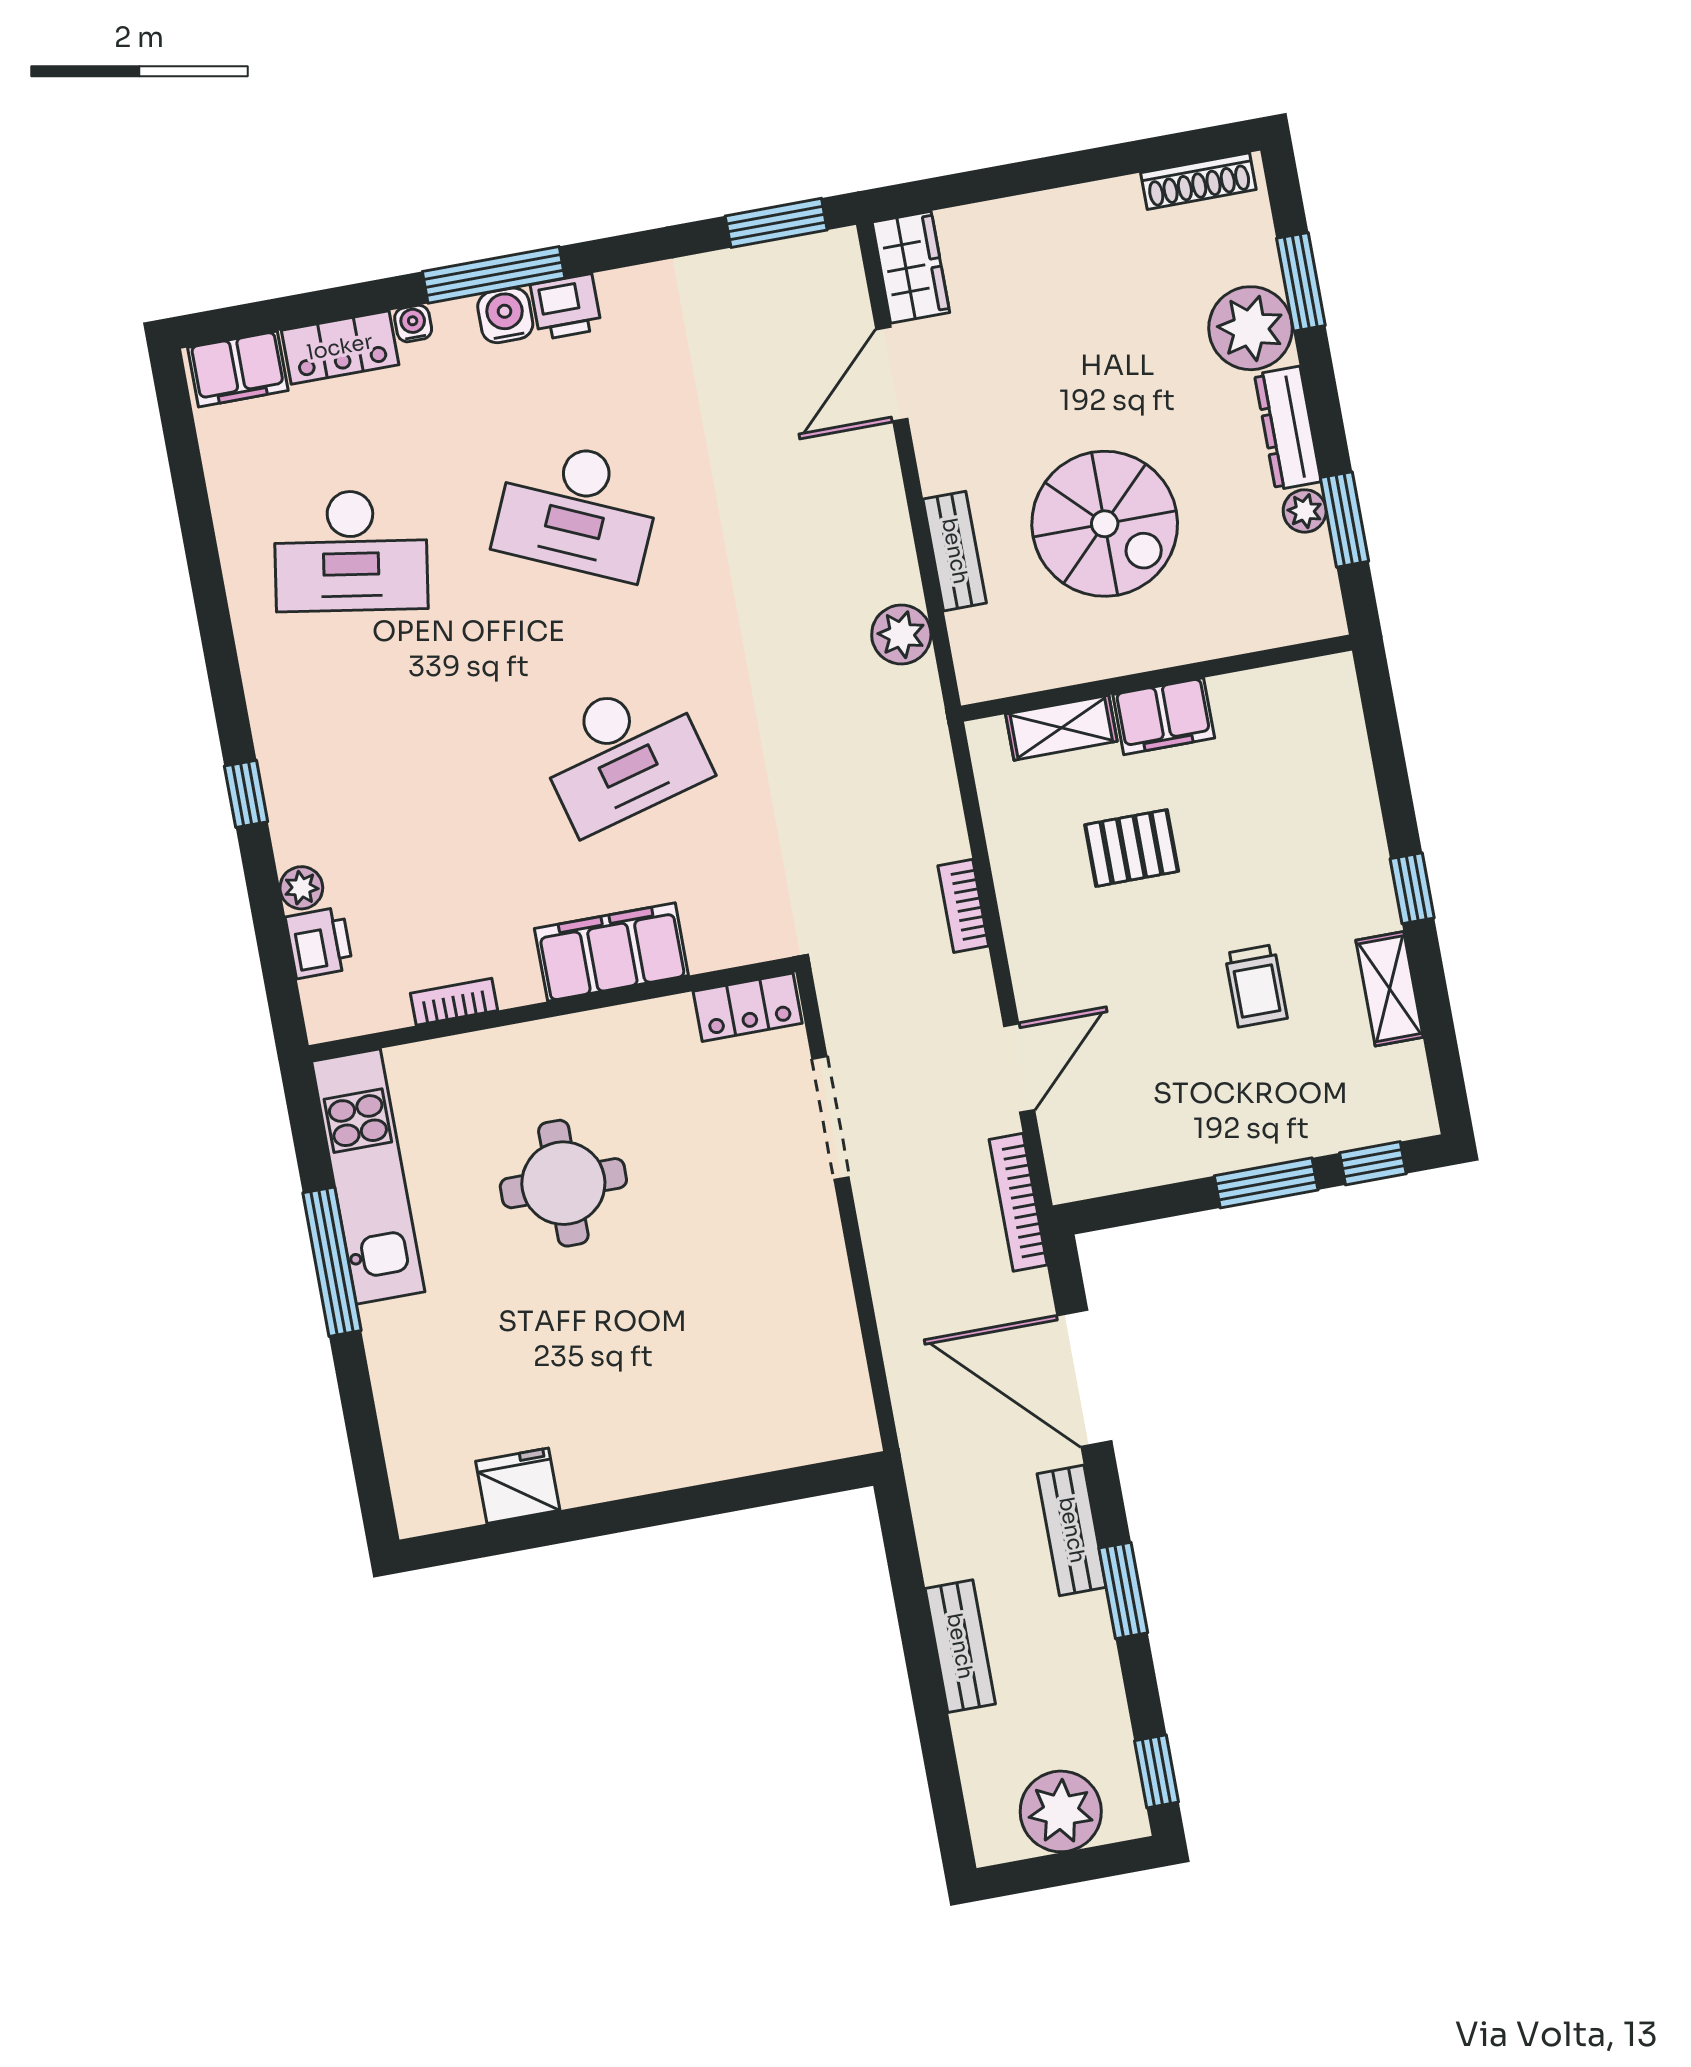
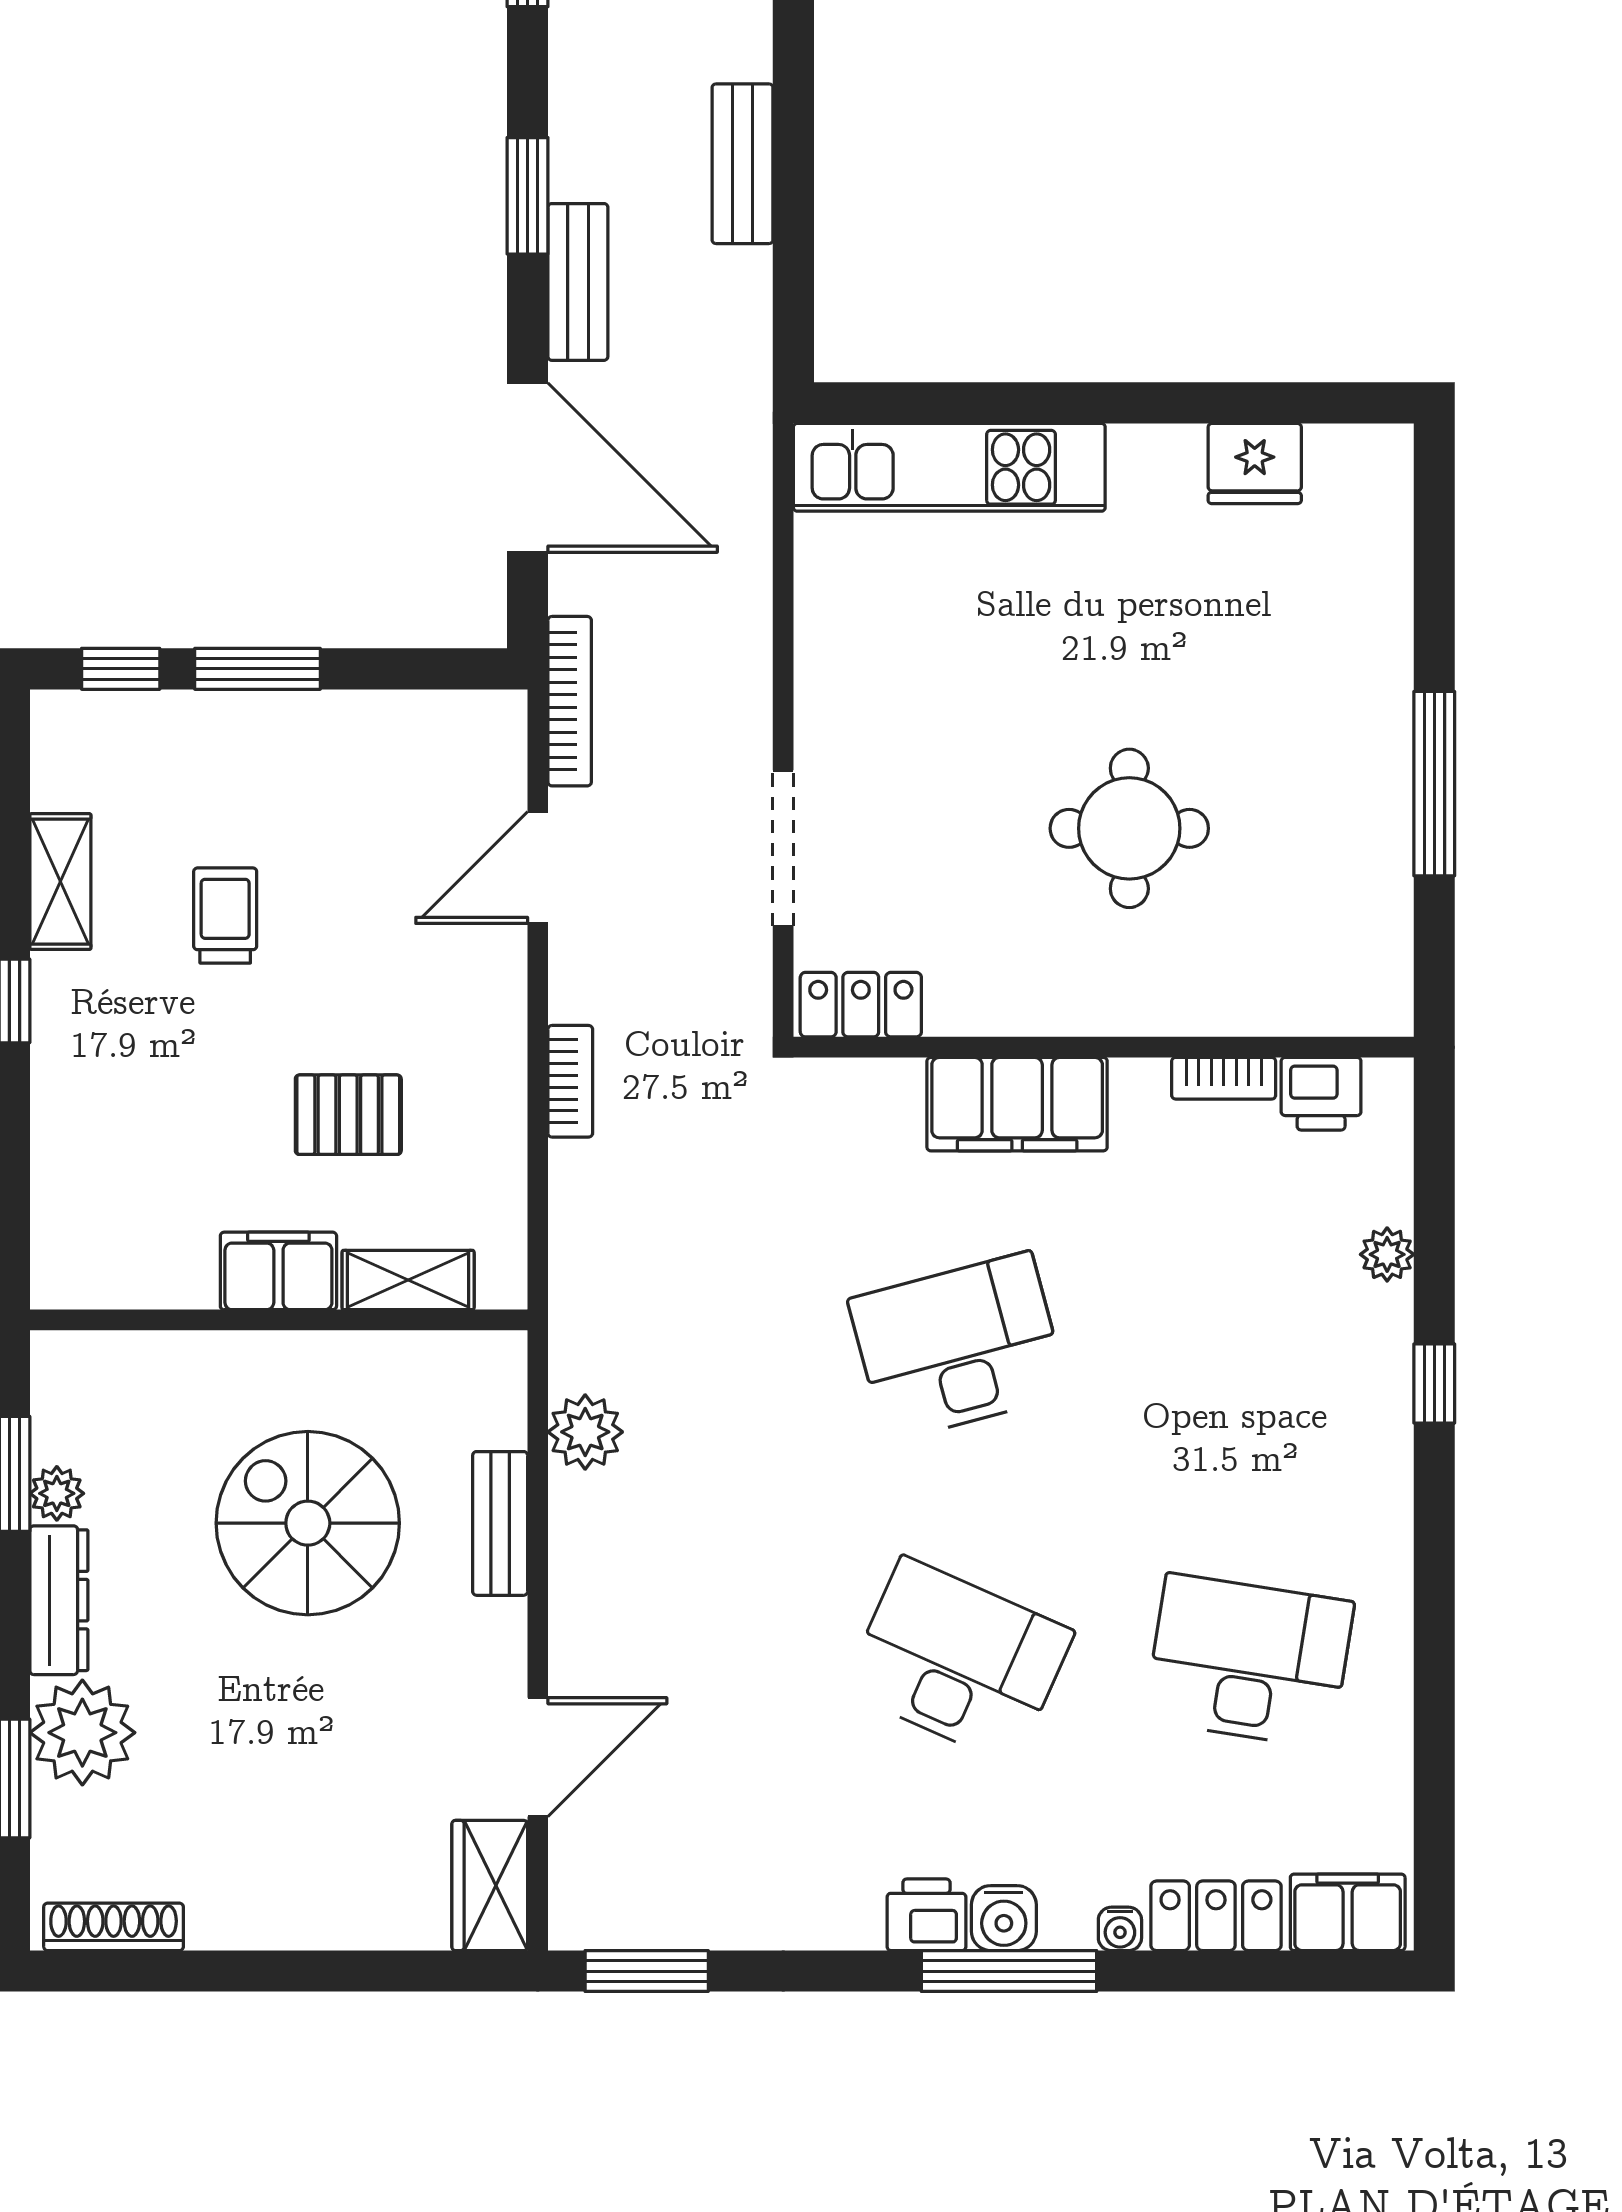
printer: (319, 943) -> (1321, 1094), moved, turned -90
kitchen unit: (368, 1177) -> (949, 467), moved, turned -90

